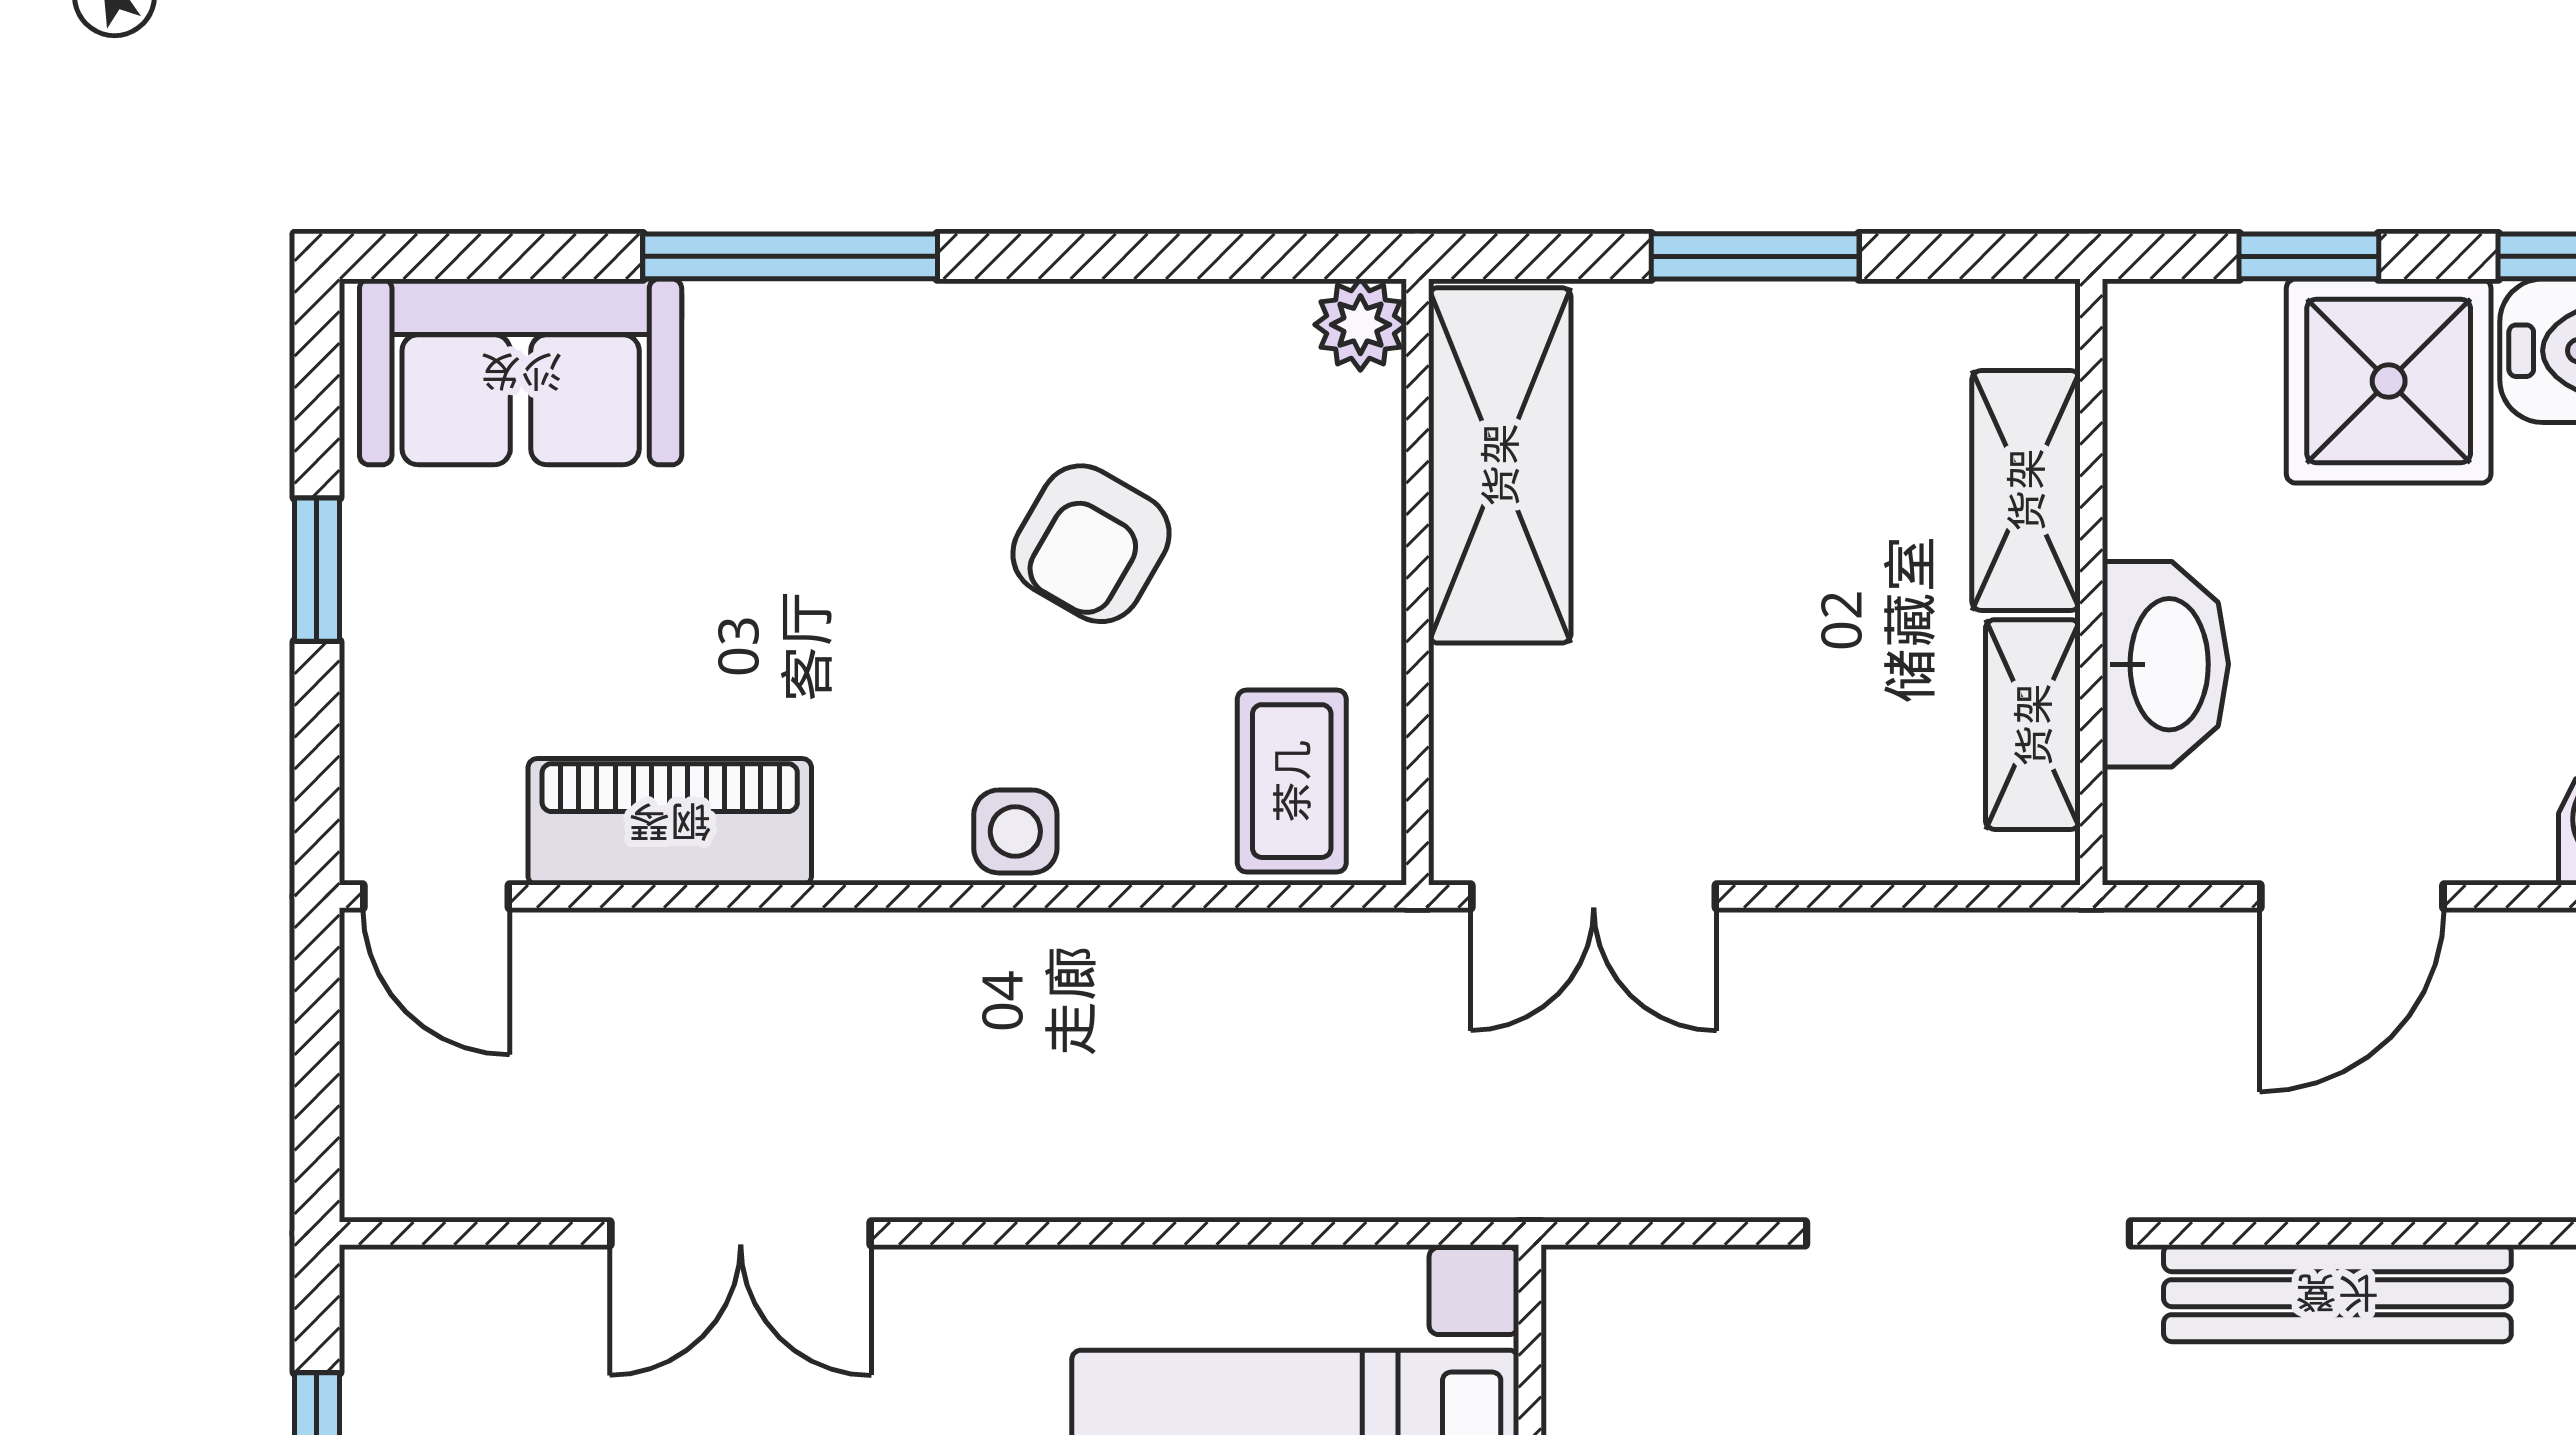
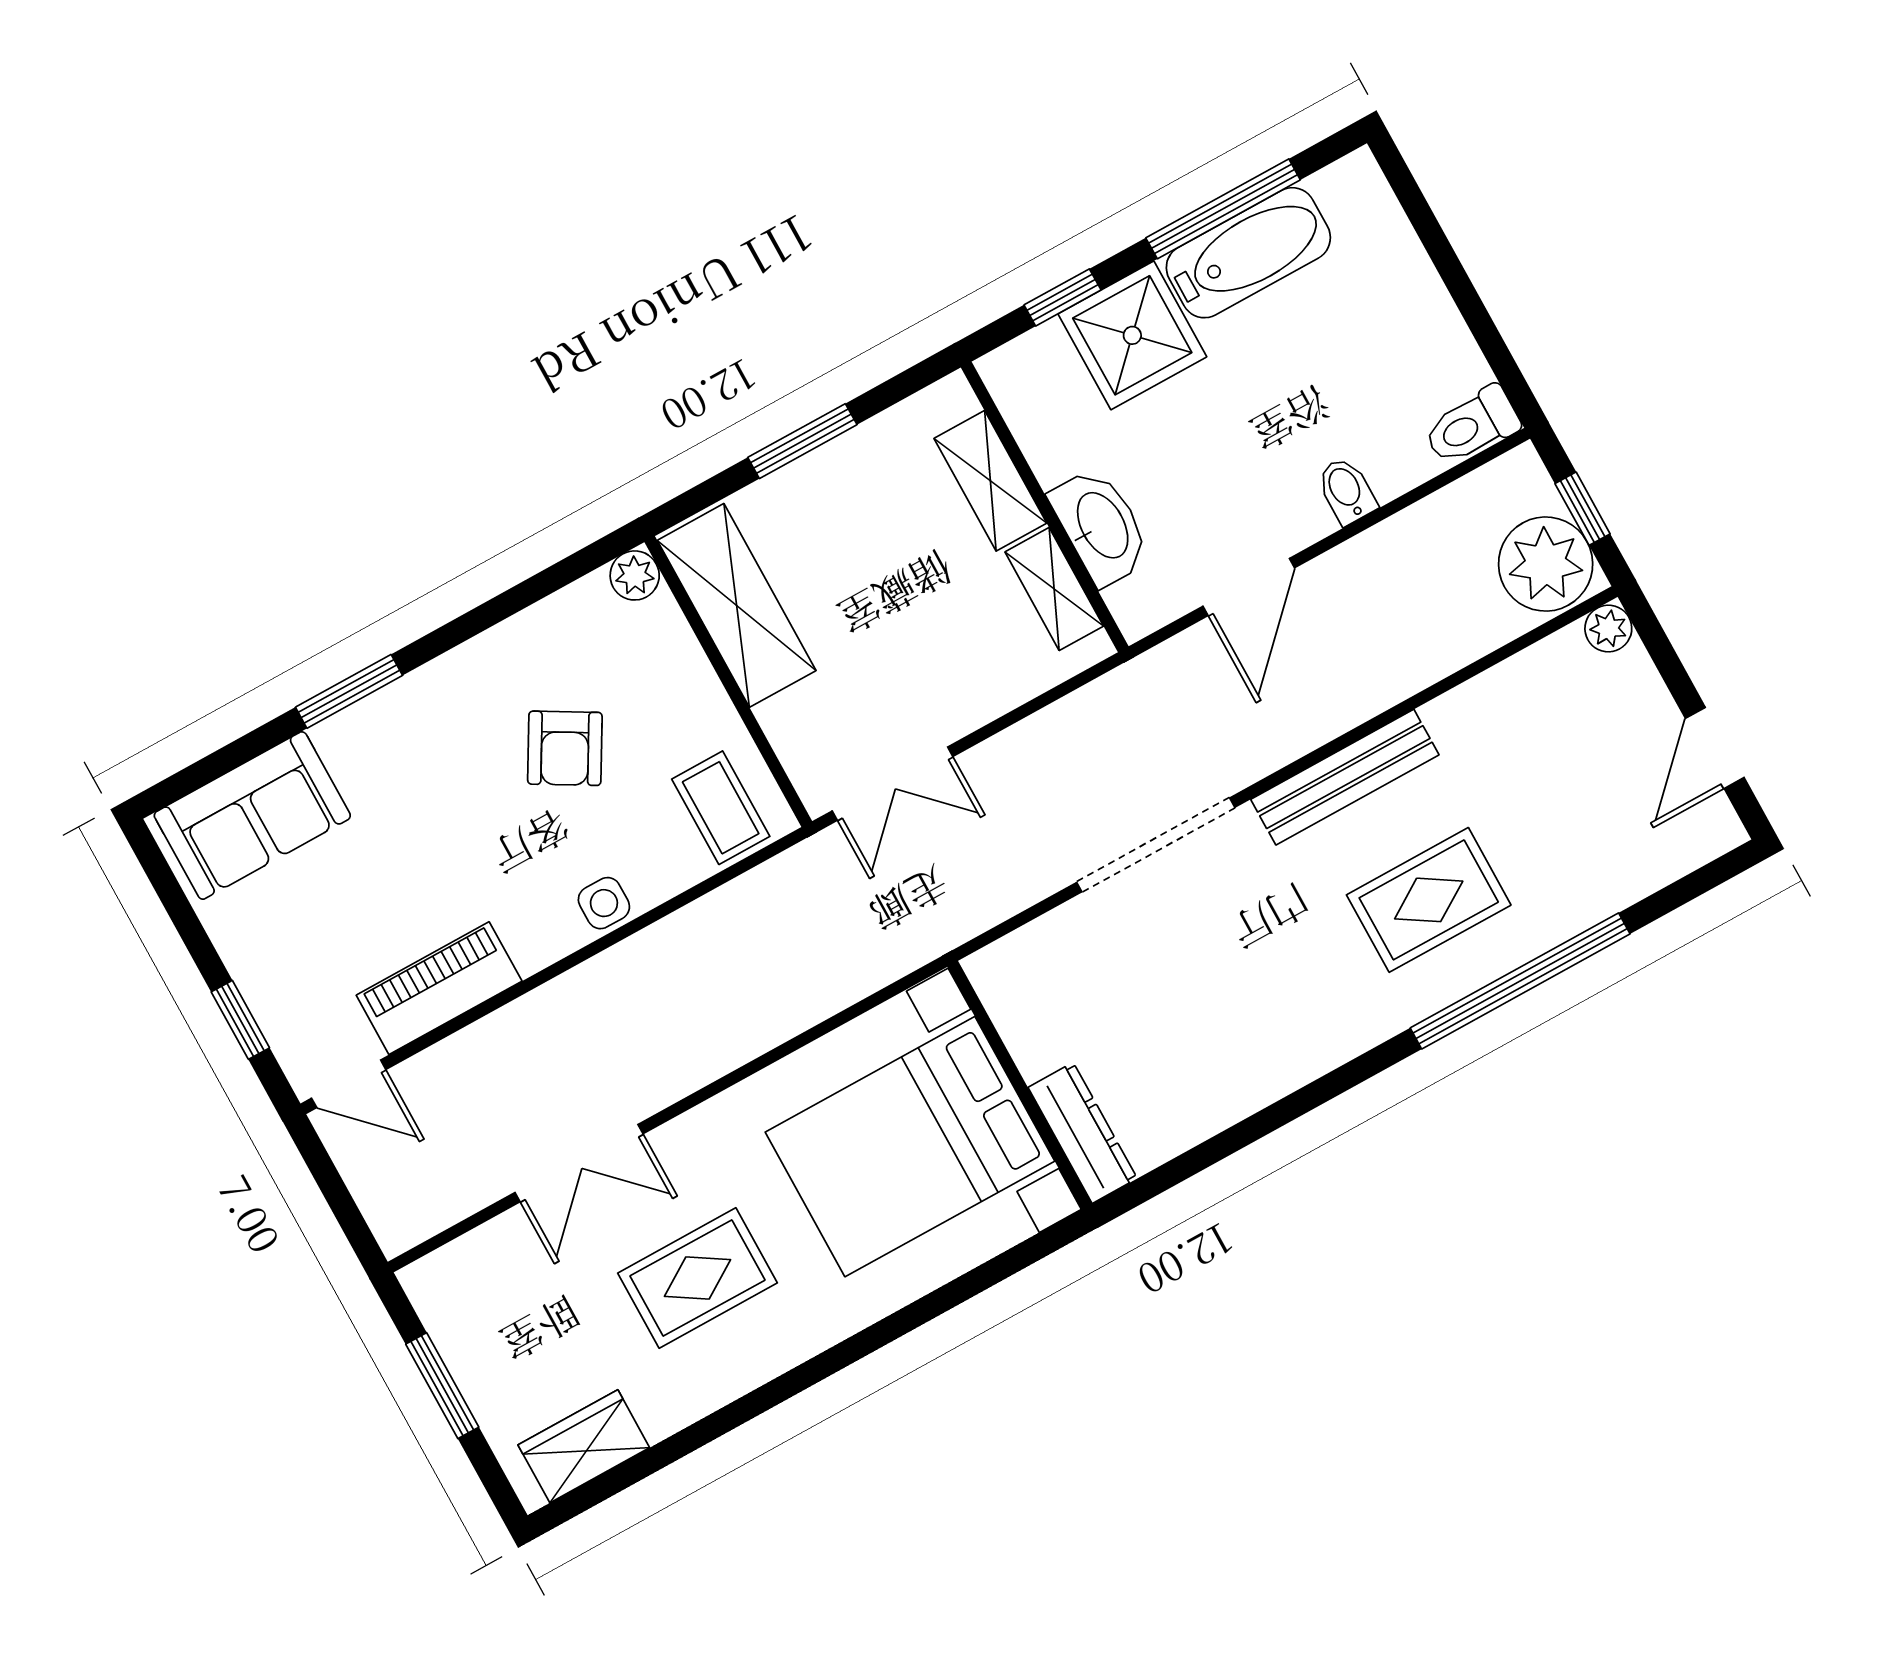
window: (790, 256) -> (349, 691), width x0.69
window: (317, 570) -> (240, 1020), moved

